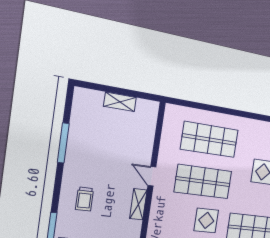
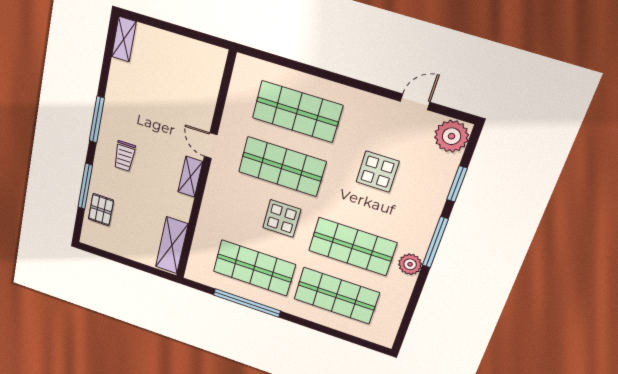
shelving: (120, 102) -> (124, 39), moved, turned 90
window: (63, 143) -> (97, 120), moved

